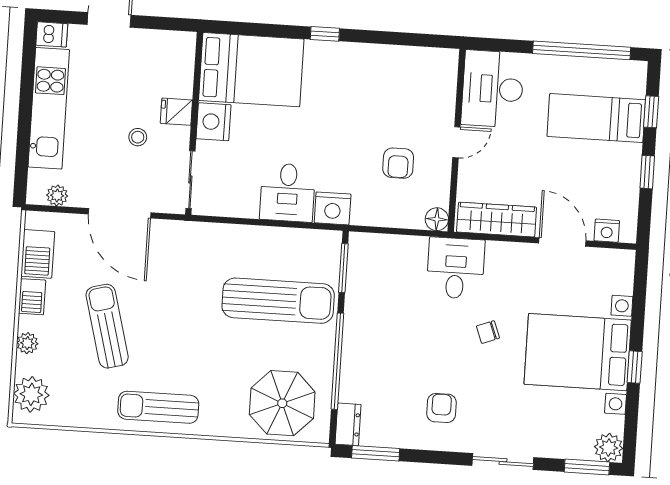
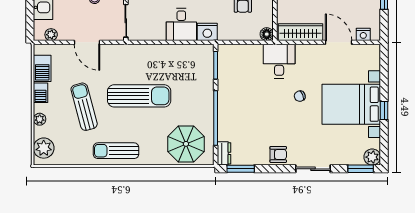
door: (120, 213) -> (87, 42), width x0.73
sun lounger: (278, 301) -> (139, 96), moved
armchair: (441, 408) -> (278, 154), moved, turned 90

